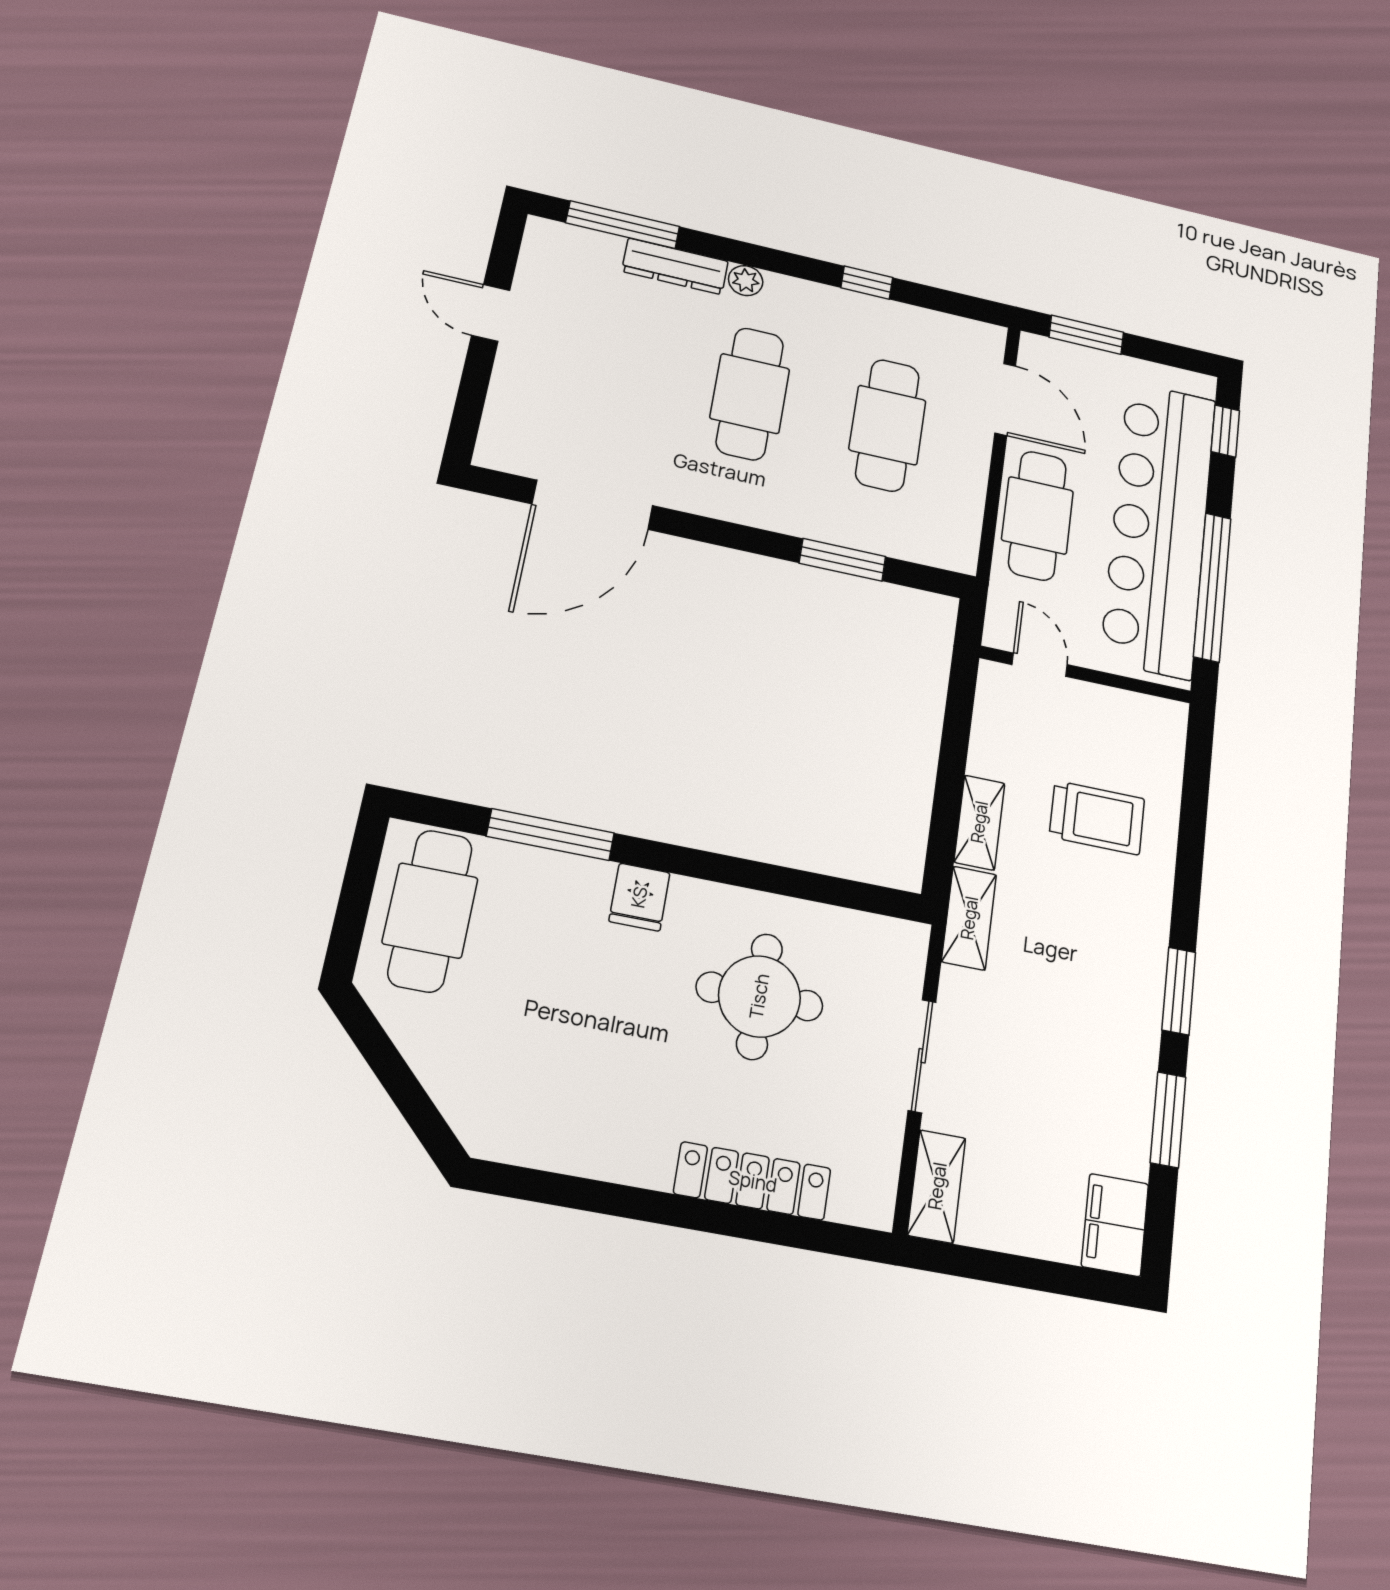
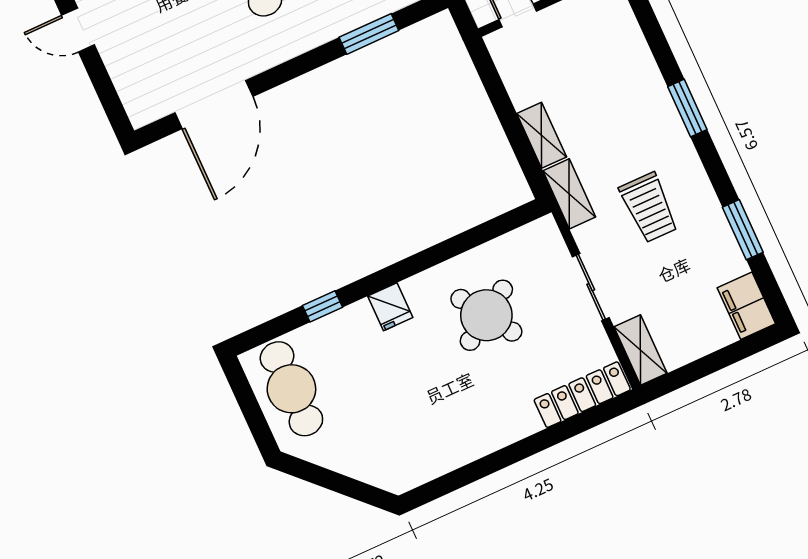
trolley: (1097, 818) -> (649, 208), moved, turned 90
window: (550, 835) -> (322, 306), width x0.46
window: (1179, 991) -> (687, 108), moved
round table: (759, 996) -> (486, 315), turned -33
locker: (753, 1181) -> (582, 395), moved

